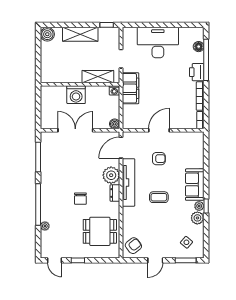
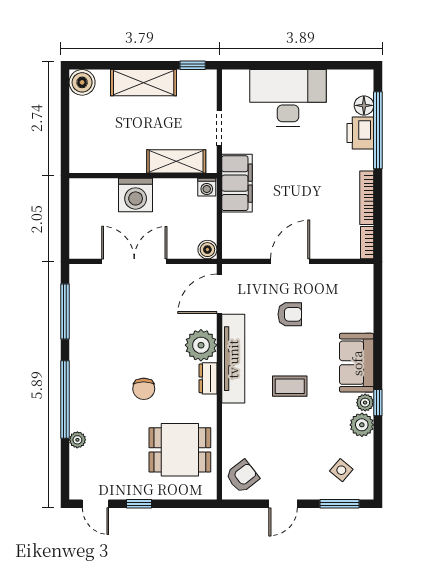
printer: (197, 72) -> (360, 133), moved

